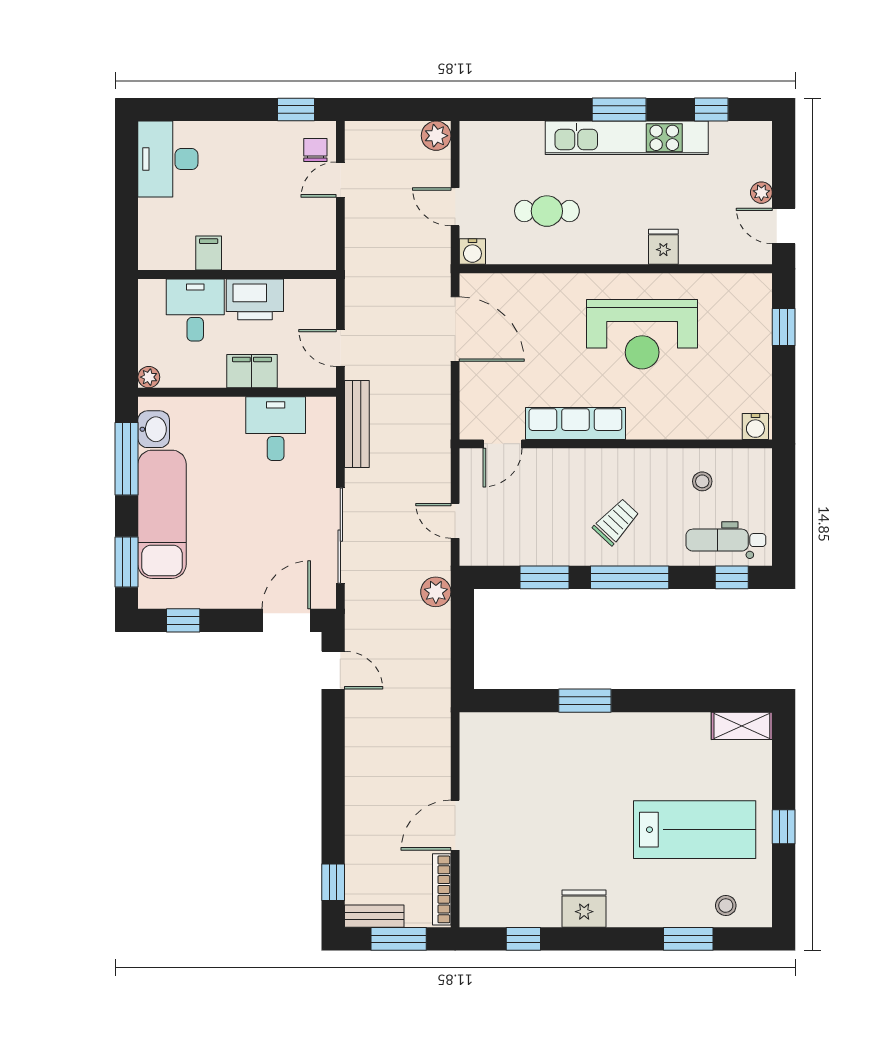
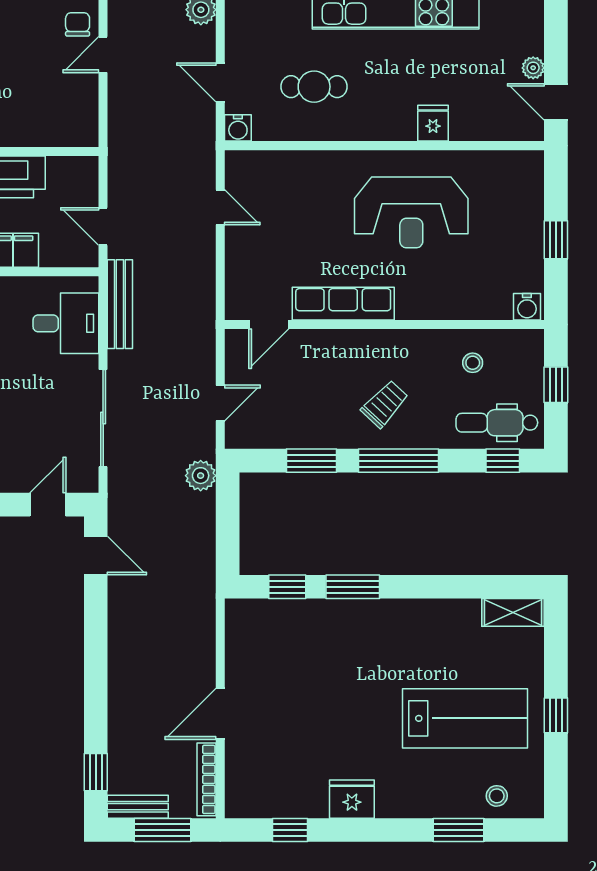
window: (784, 327) -> (556, 240), moved
door: (455, 329) -> (220, 207), width x0.53
desk: (276, 429) -> (66, 323), moved, turned 90
window: (784, 503) -> (556, 385), added
door: (455, 521) -> (220, 403), swing flipped
door: (286, 620) -> (48, 505), width x0.73
window: (521, 701) -> (287, 587), added

